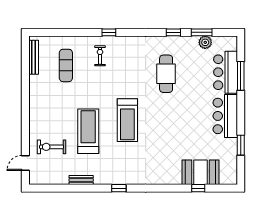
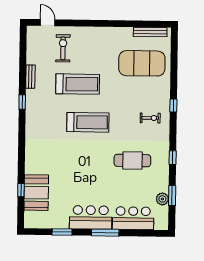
window: (173, 32) -> (173, 158), moved
exercise bike: (100, 56) -> (150, 118), moved
exercise mat: (66, 65) -> (142, 63), width x2.00, depth x1.45
window: (241, 76) -> (105, 233), moved
treadmill: (127, 120) -> (88, 122), turned 180
window: (119, 188) -> (22, 102), moved

